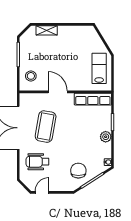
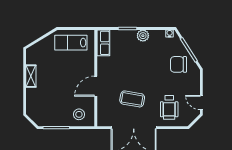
shelving: (47, 30) -> (31, 76), moved
row of seats: (93, 99) -> (103, 43), width x0.68
coffee table: (46, 127) -> (132, 99), width x0.73, depth x0.76

